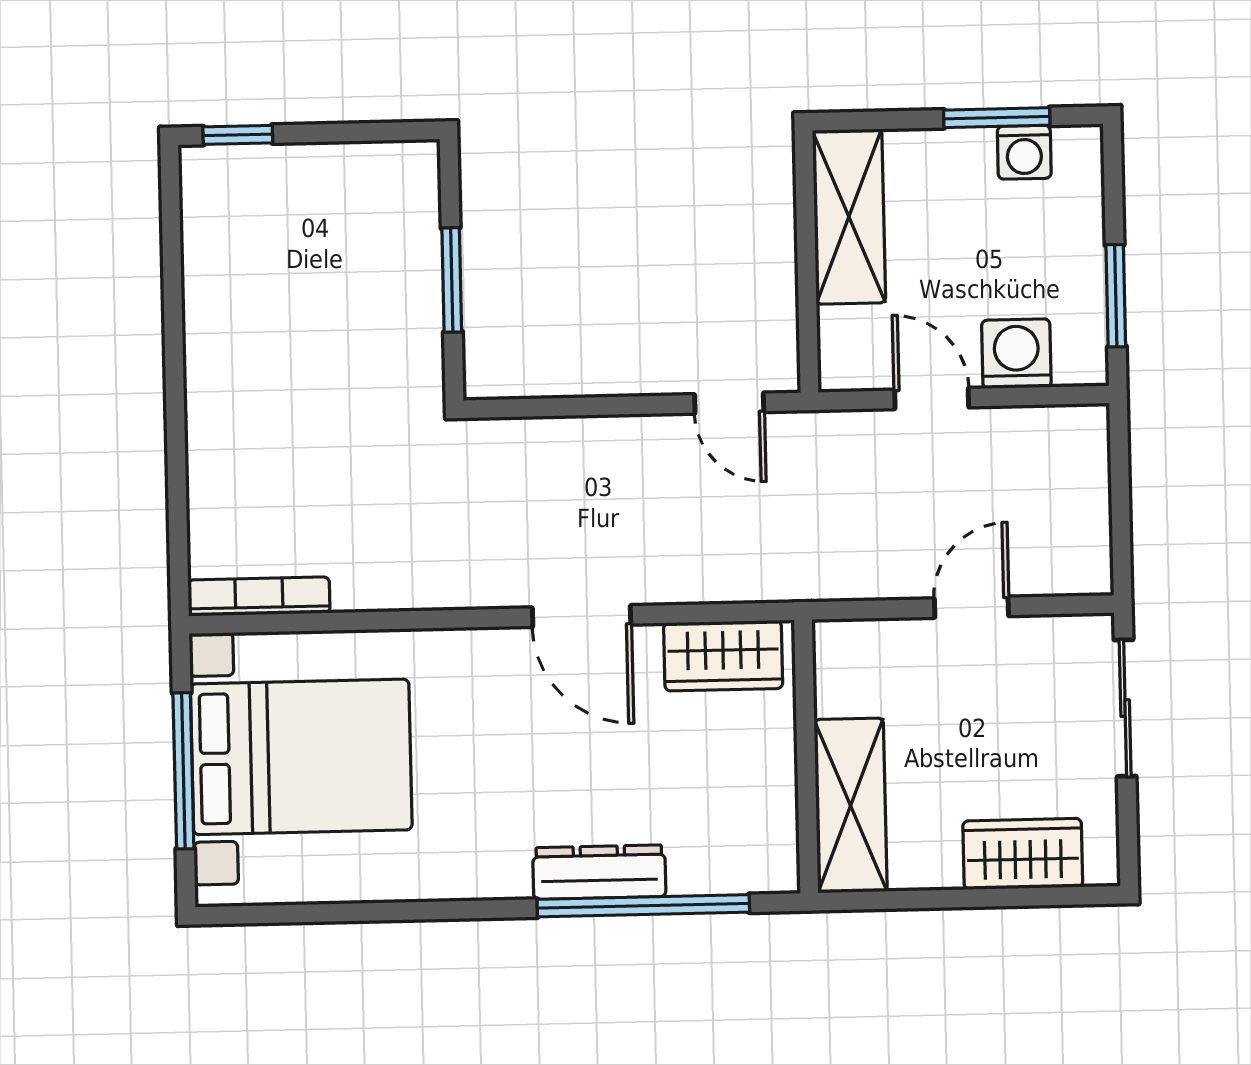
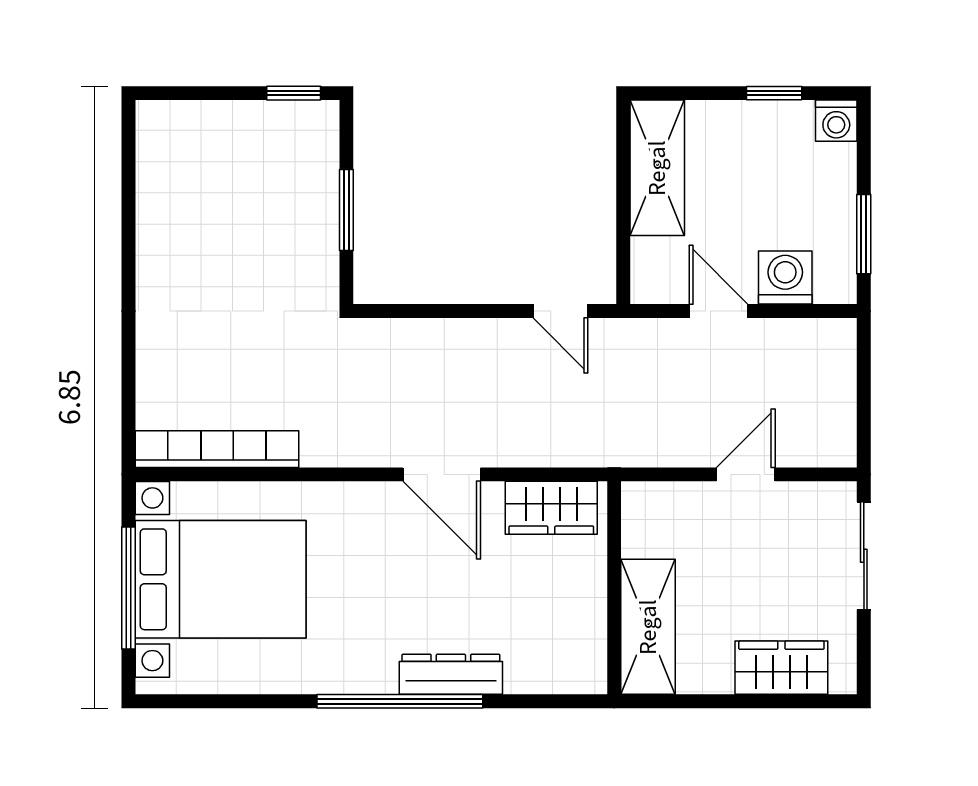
window: (997, 118) -> (774, 93), width x0.67
window: (238, 135) -> (294, 93), moved
washing machine: (1024, 152) -> (836, 121), moved
bookcase: (259, 597) -> (217, 449), width x1.48, depth x1.31
window: (643, 906) -> (400, 701), moved

